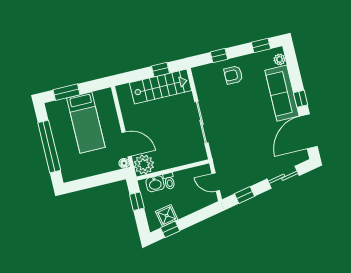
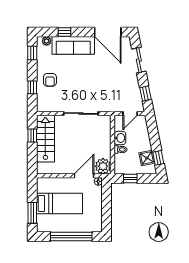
window: (301, 99) -> (65, 32), moved
washbasin: (155, 184) -> (120, 138), moved

